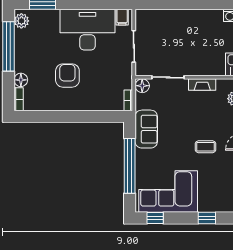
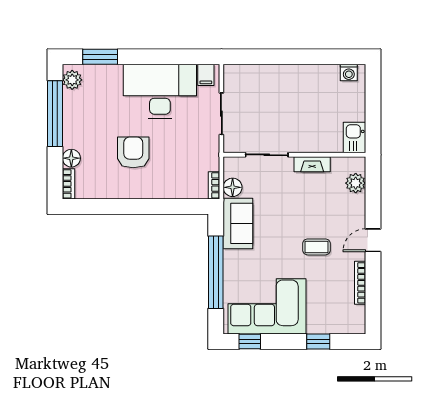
floor lamp: (142, 86) -> (233, 187), moved

